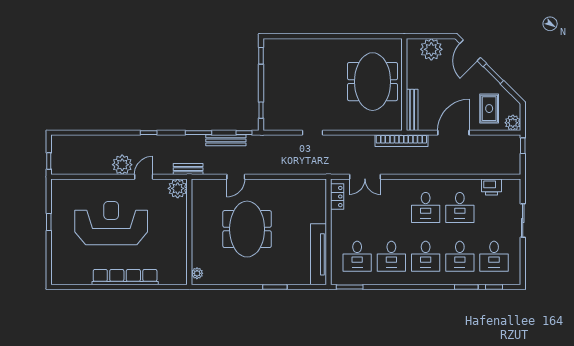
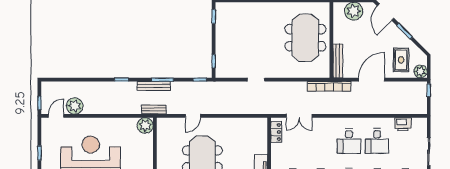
bench: (226, 140) -> (154, 86), moved
plant: (122, 165) -> (75, 106), moved
door: (144, 177) -> (56, 116), moved

